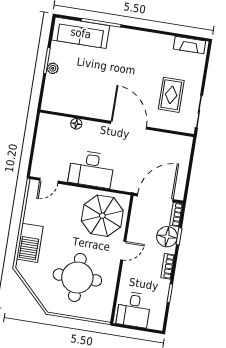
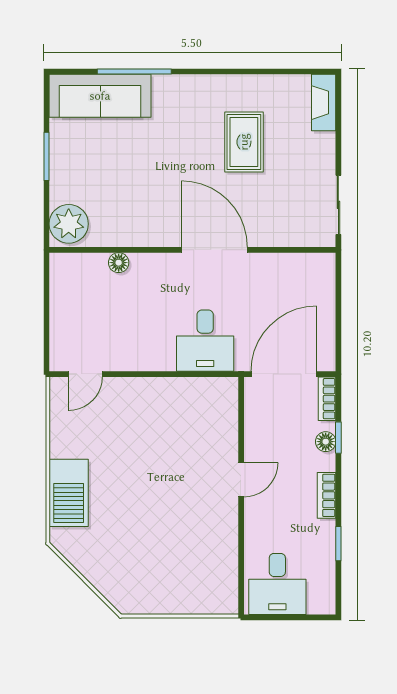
fireplace: (189, 45) -> (324, 103), moved, turned 90
plant: (53, 68) -> (69, 224), moved, width x1.88, depth x1.88
rug: (171, 95) -> (244, 142), moved
desk: (91, 169) -> (205, 341), moved, width x0.73
parasol: (102, 216) -> (193, 422), removed
floor lamp: (167, 237) -> (326, 442), width x0.53, depth x0.53
round table: (77, 277) -> (165, 542), removed

